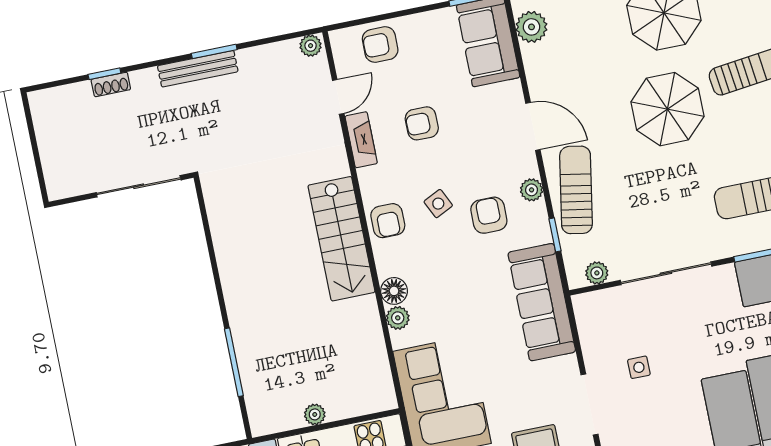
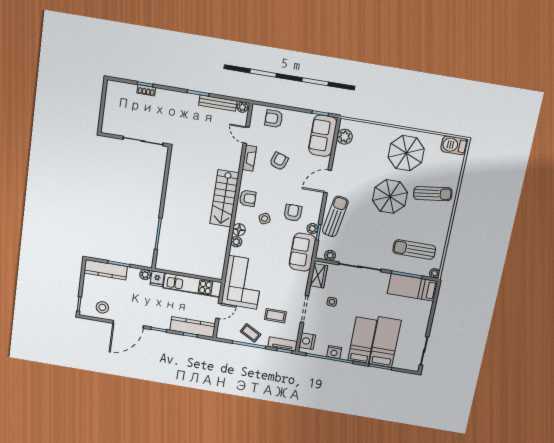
bench: (198, 69) -> (218, 103), moved
door: (338, 97) -> (246, 135), swing flipped
armchair: (422, 123) -> (279, 161), turned 108
door: (533, 126) -> (328, 181), swing flipped
plant: (532, 190) -> (312, 229), moved
side table: (438, 204) -> (265, 219), moved
armchair: (388, 221) -> (248, 198), turned -90
sofa: (542, 302) -> (302, 252), width x0.73
wardrobe: (591, 324) -> (319, 276), added
plant: (315, 414) -> (185, 269), removed

